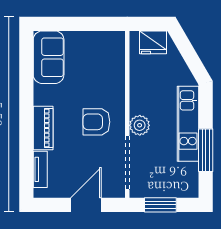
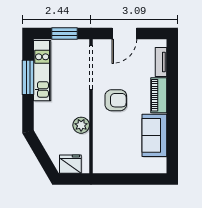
sofa: (49, 57) -> (154, 135), moved
kitchen unit: (188, 124) -> (42, 71), moved
plant: (140, 125) -> (81, 125), moved

